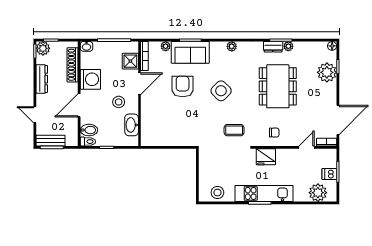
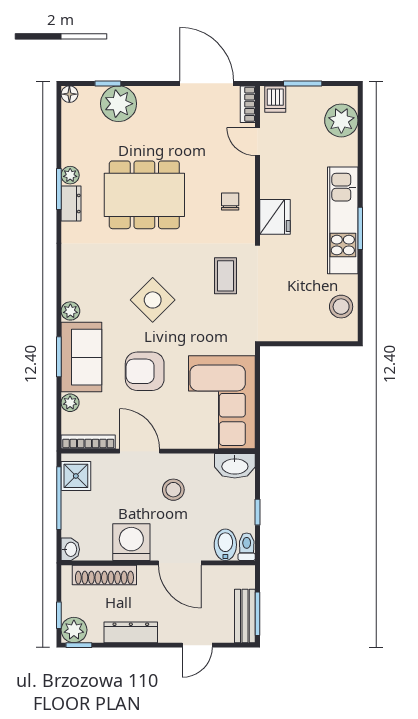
plant: (232, 46) -> (70, 311), moved
shower: (130, 61) -> (76, 476), moved
washbasin: (132, 125) -> (235, 466), moved
corner sofa: (166, 128) -> (222, 402), added
dishwasher: (329, 174) -> (275, 99), moved

